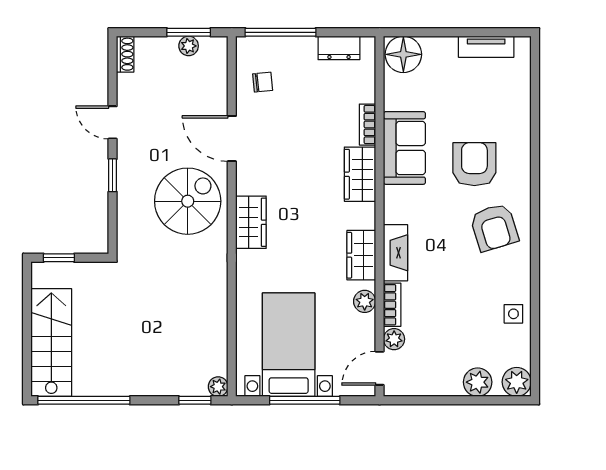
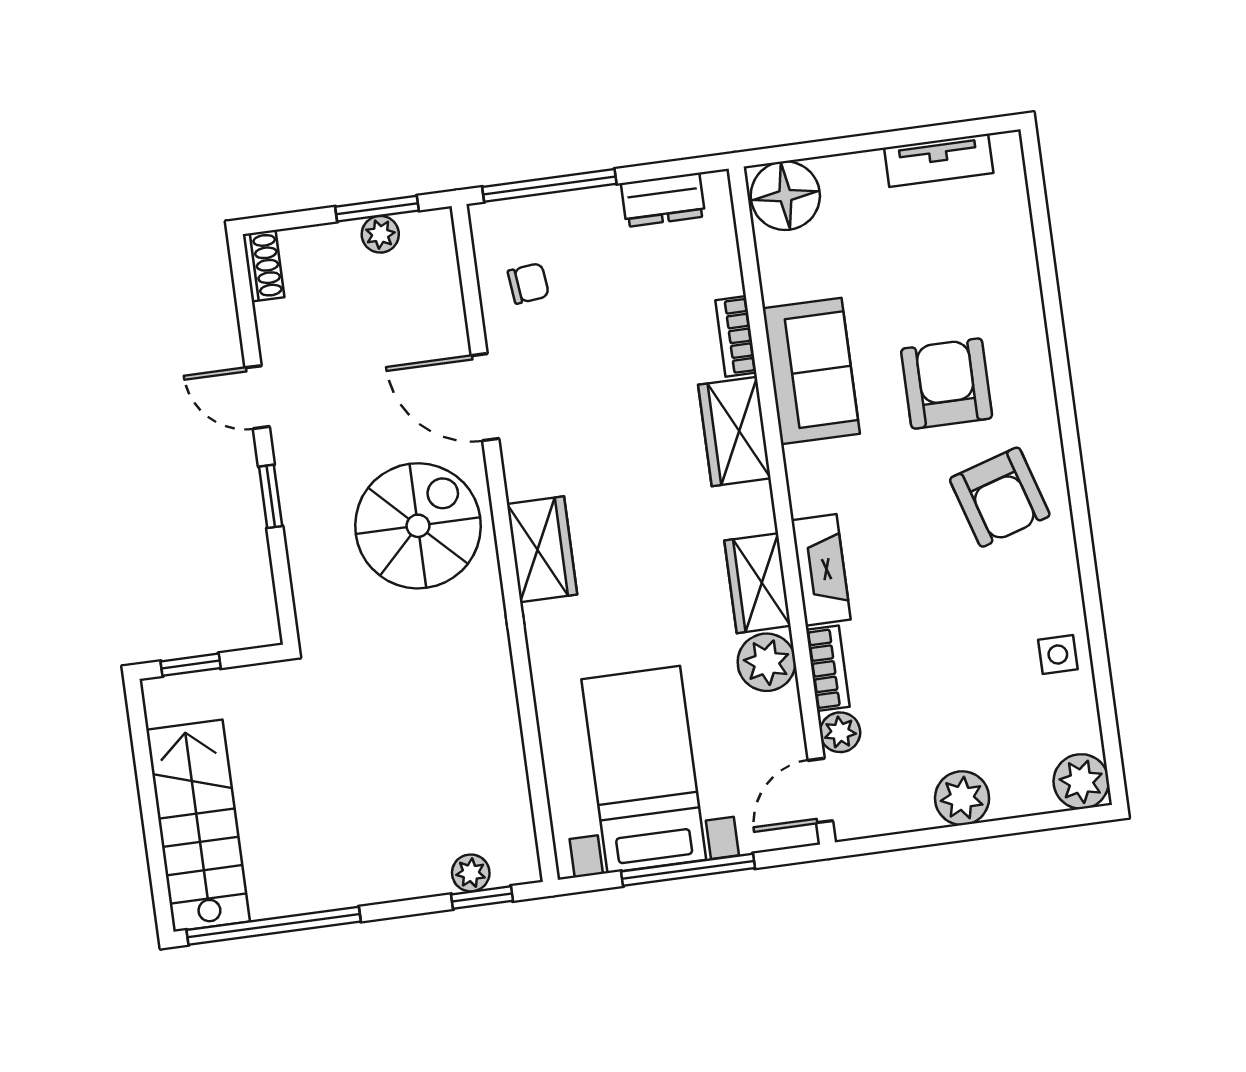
plant: (365, 301) -> (767, 662), width x1.38, depth x1.38
plant: (478, 382) -> (962, 798), moved
plant: (218, 387) -> (471, 873), moved

